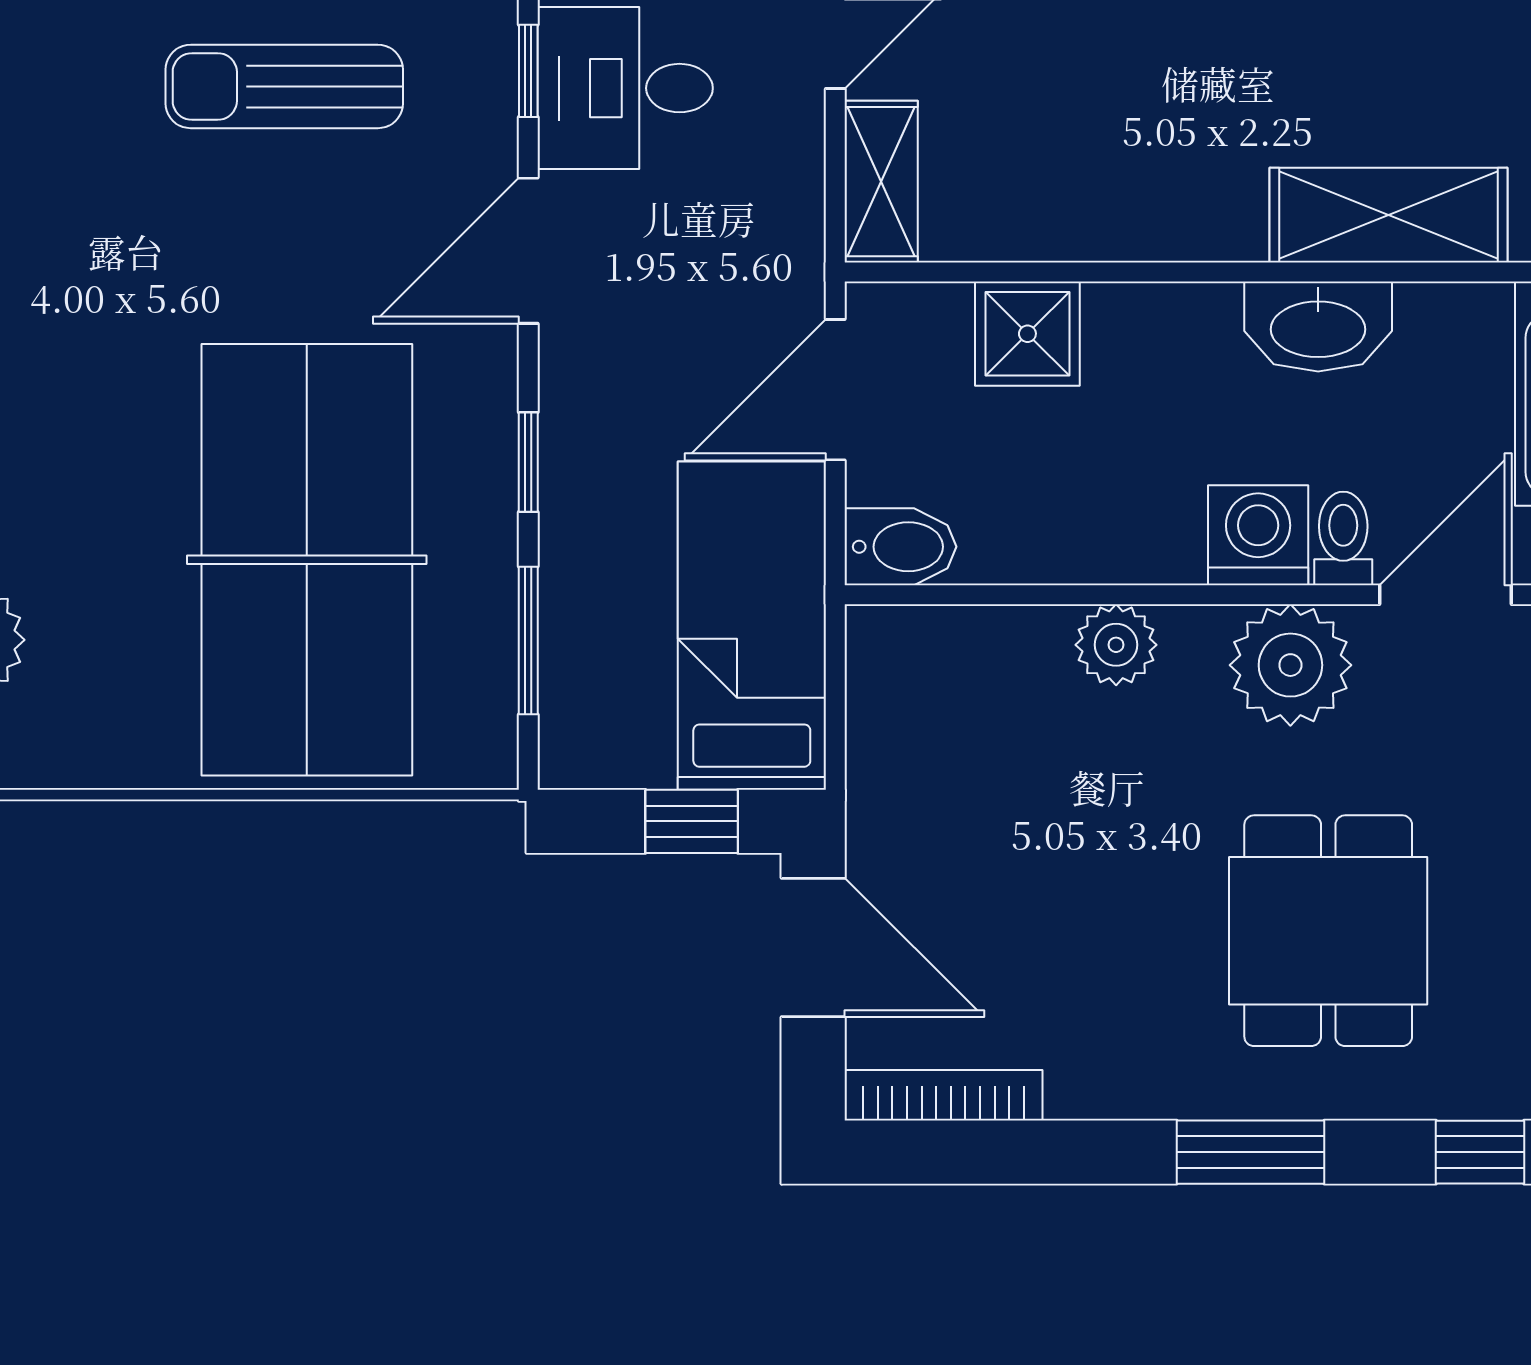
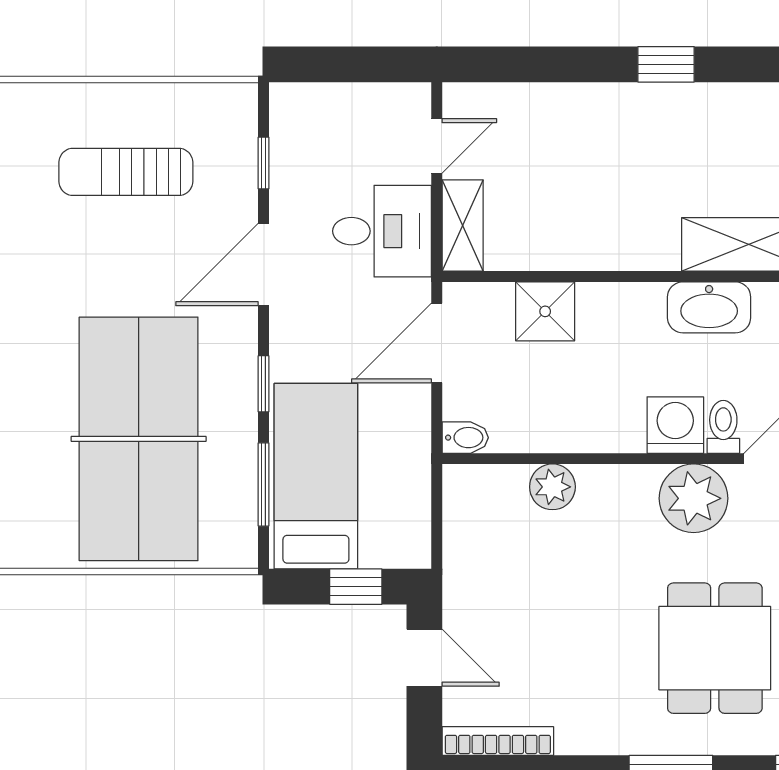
desk: (625, 88) -> (382, 231), moved, turned 180
bidet: (900, 547) -> (465, 438), width x0.72, depth x0.74
bed: (752, 626) -> (316, 476), moved
plant: (1116, 645) -> (552, 487), moved
door: (813, 947) -> (424, 658), width x0.73

